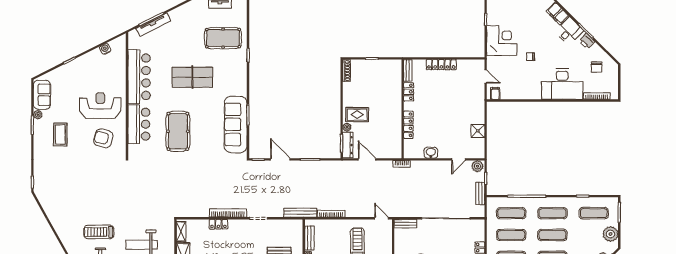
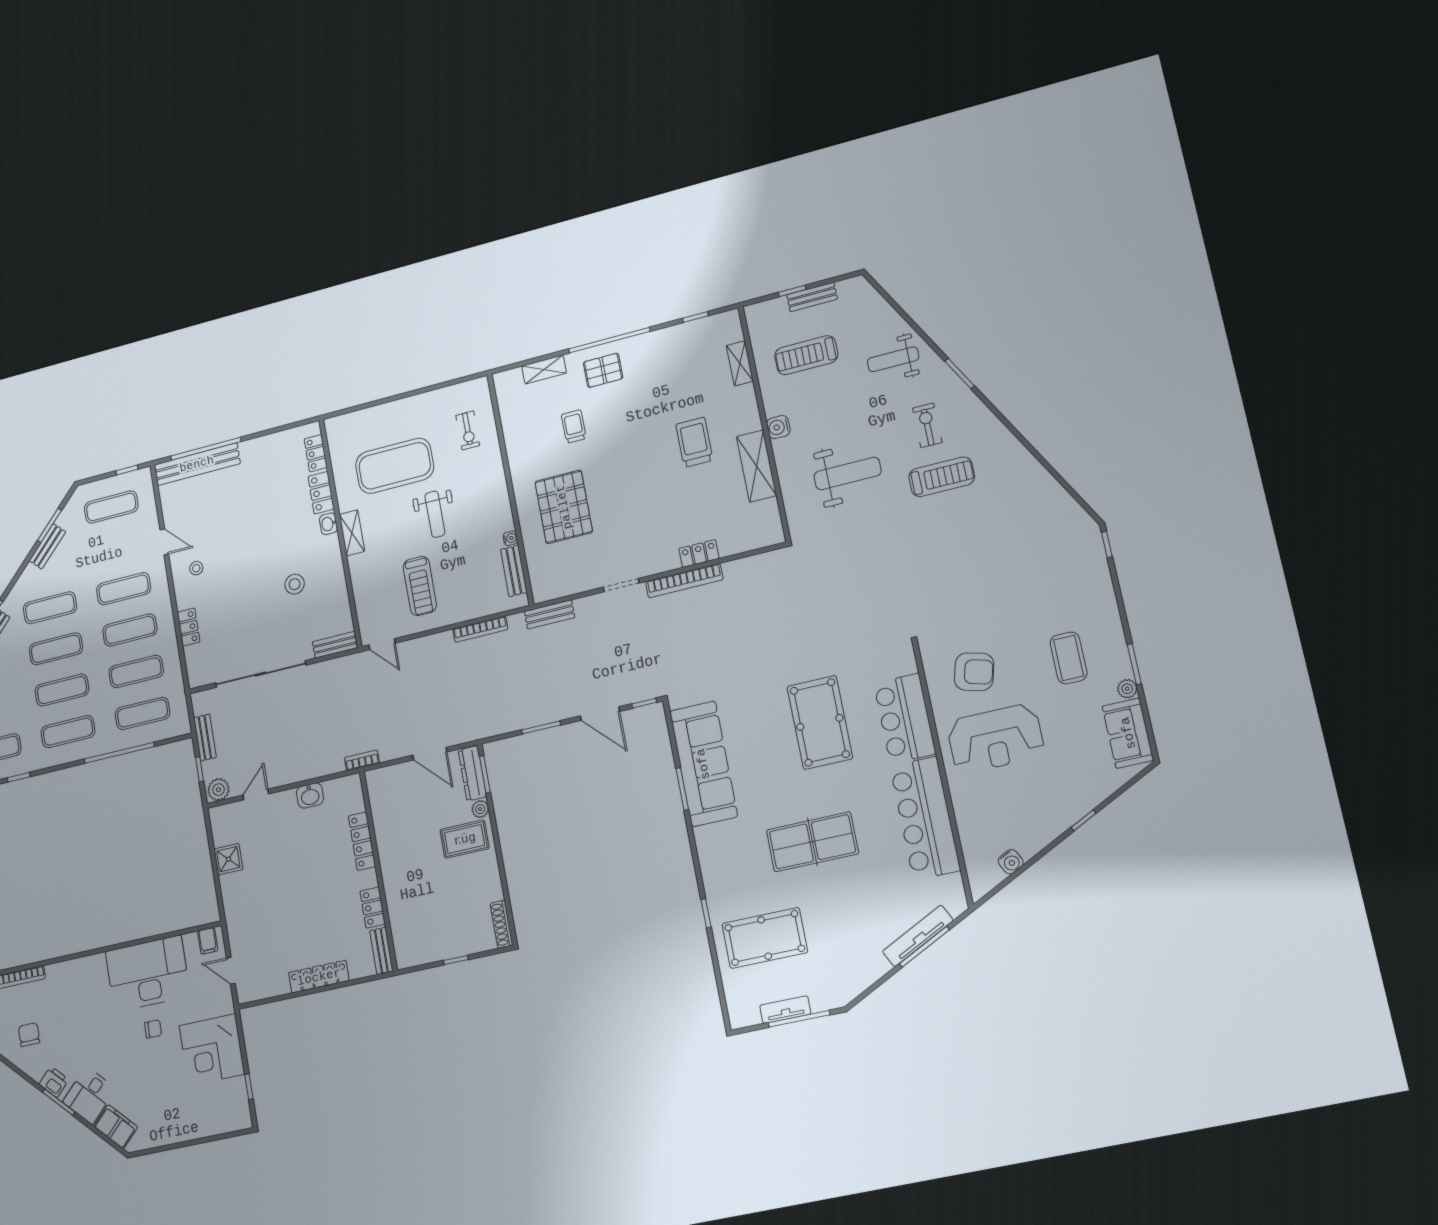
desk: (562, 84) -> (148, 974), moved
bench: (300, 213) -> (550, 614), width x0.73
shelving: (181, 231) -> (772, 520), removed

